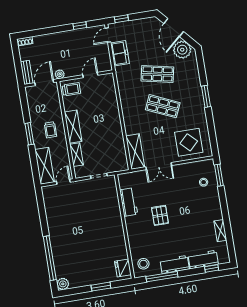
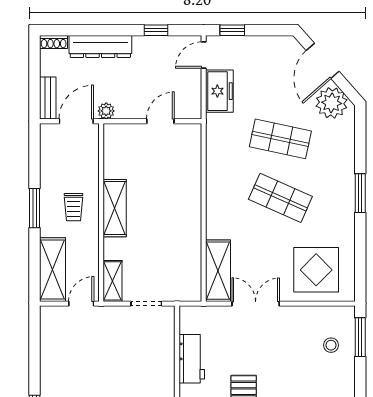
dresser: (51, 40) -> (100, 46), added
trolley: (71, 89) -> (123, 141), removed
shelving: (76, 155) -> (112, 281), moved
double door: (159, 166) -> (256, 304), swing flipped

